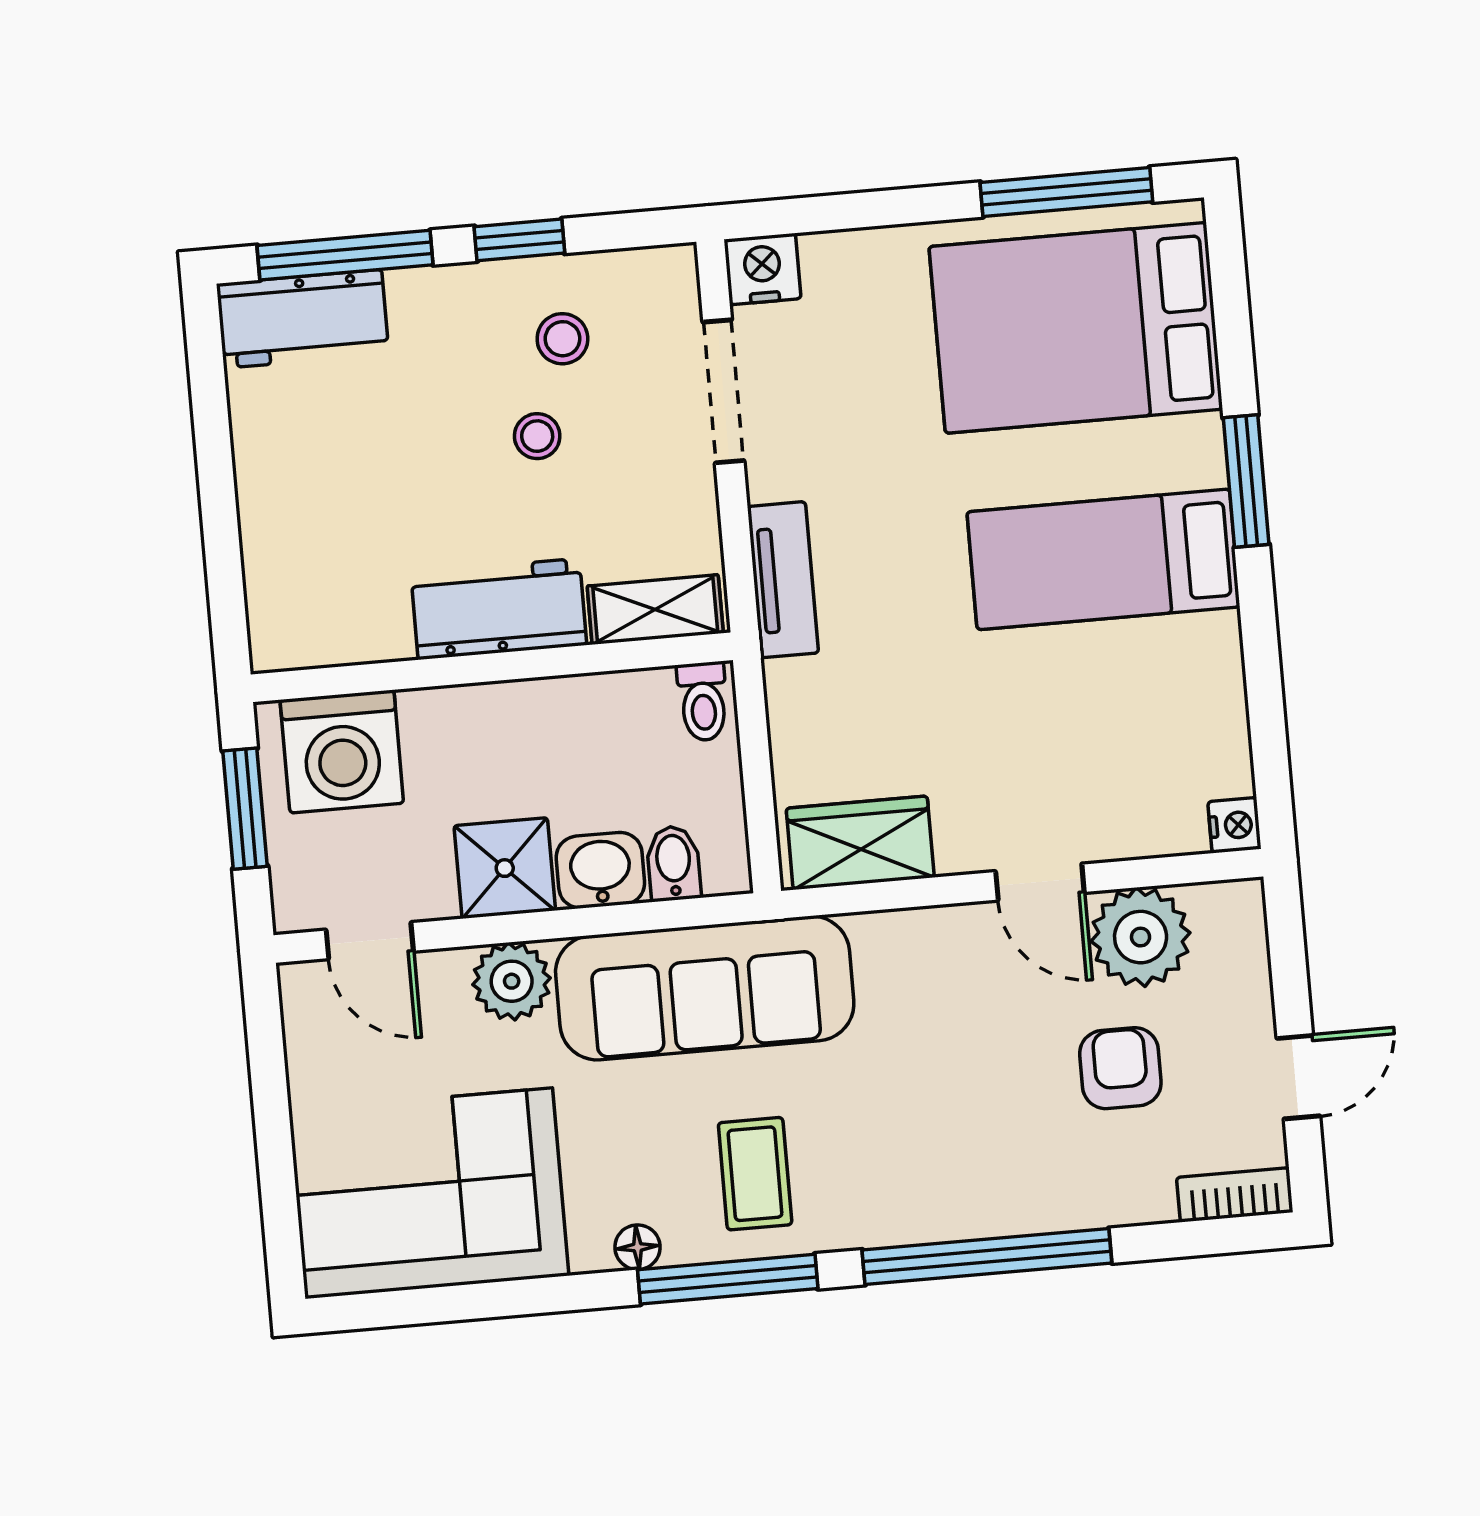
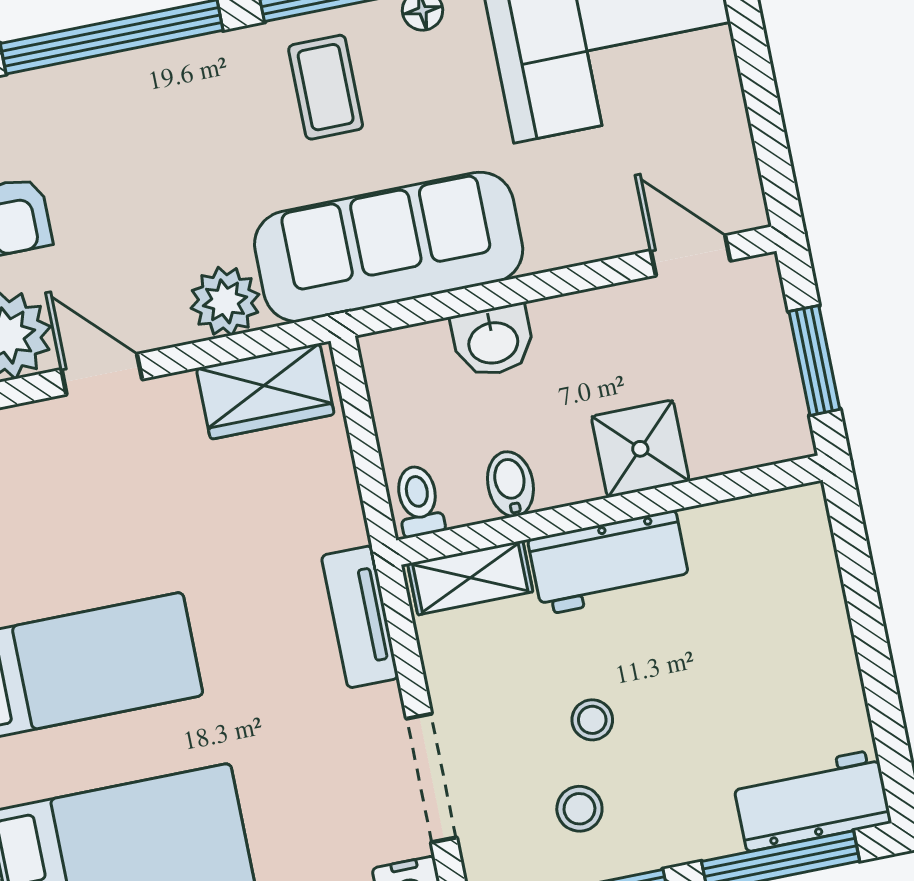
washing machine: (342, 752) -> (734, 421), removed
bidet: (674, 863) -> (510, 484), moved, turned 180
shower: (505, 868) -> (640, 449), moved
plant: (512, 981) -> (225, 301), moved

